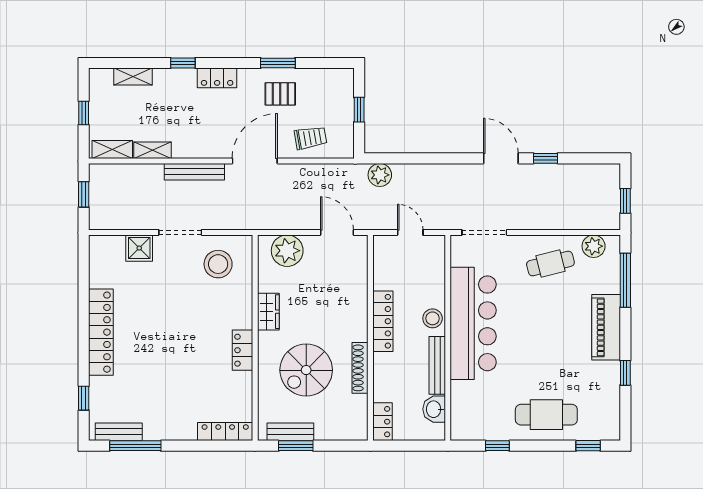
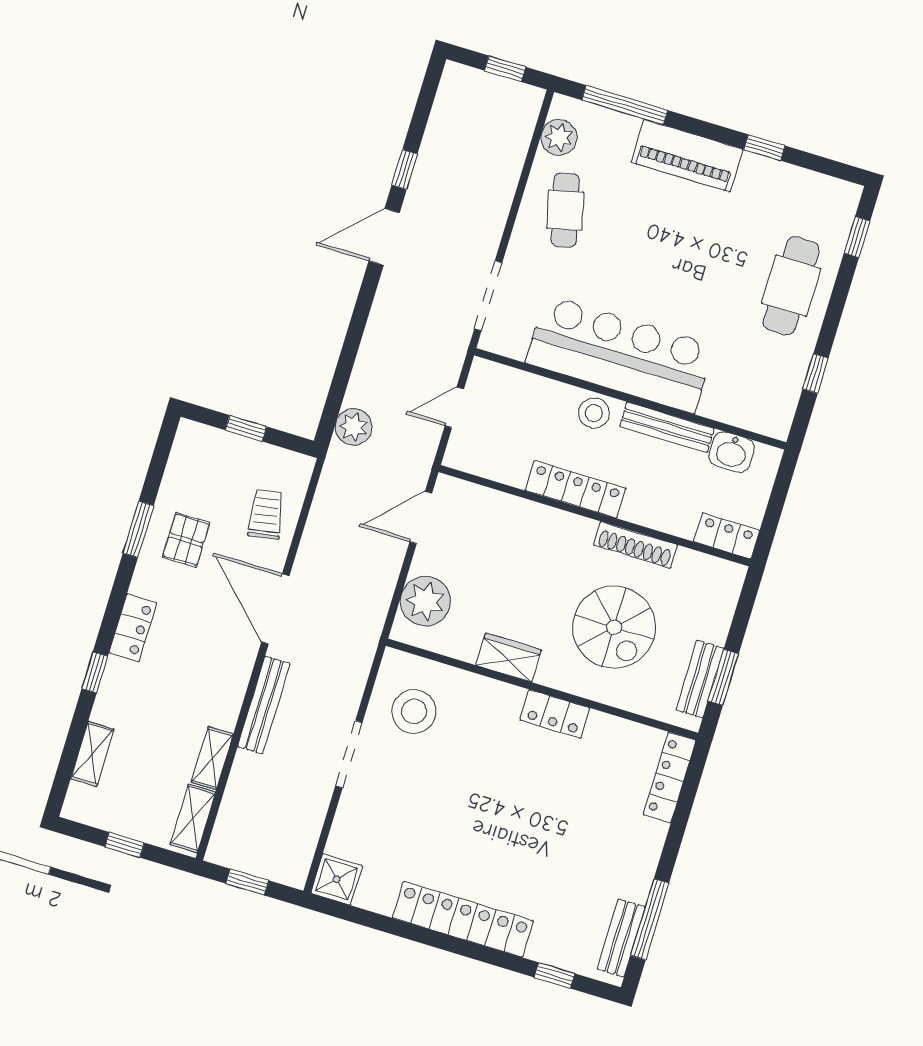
shower: (139, 248) -> (337, 879), moved

